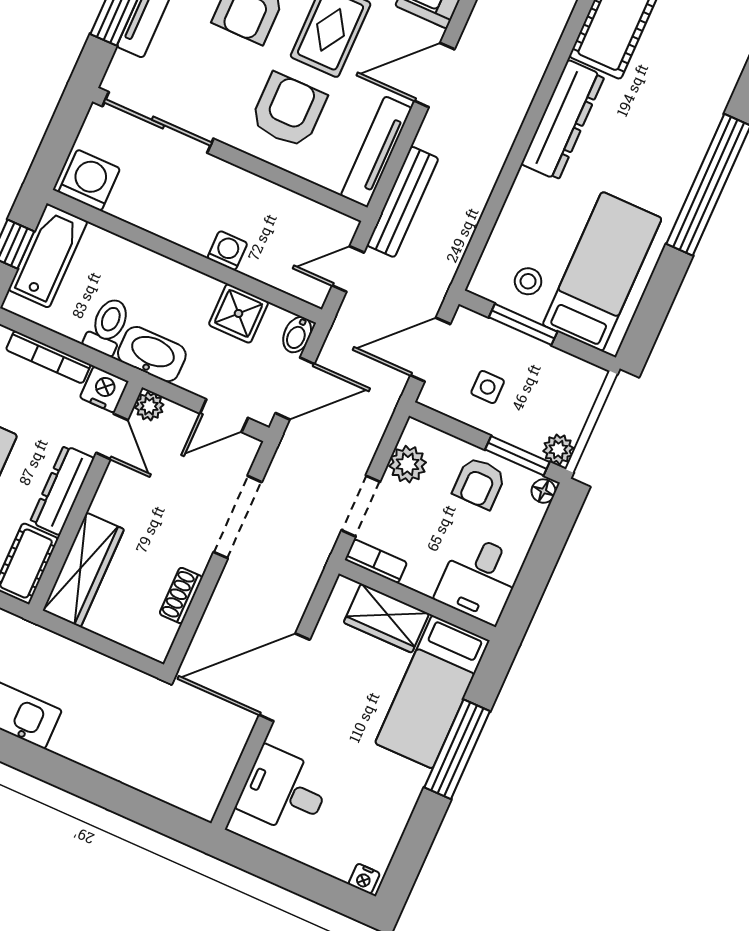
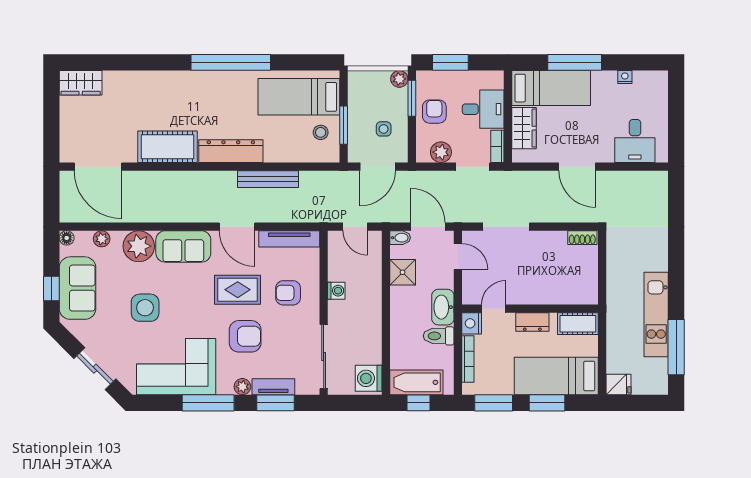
armchair: (288, 110) -> (288, 293), width x0.72, depth x0.72
bench: (403, 202) -> (268, 179), moved
washing machine: (227, 251) -> (336, 291), moved, turned 180
door: (430, 350) -> (378, 167), hinge flipped
plant: (149, 406) -> (470, 297), removed
armchair: (479, 483) -> (434, 112), turned -90
dresser: (62, 490) -> (532, 322), width x0.70
floor lamp: (543, 491) -> (424, 77), removed
window: (548, 545) -> (450, 62), added
wardrobe: (83, 570) -> (568, 293), removed
desk: (479, 579) -> (483, 109), moved
shoe rack: (181, 595) -> (582, 238), moved
door: (284, 677) -> (577, 167), width x0.73
nightstand: (364, 879) -> (625, 77), moved, turned -90

